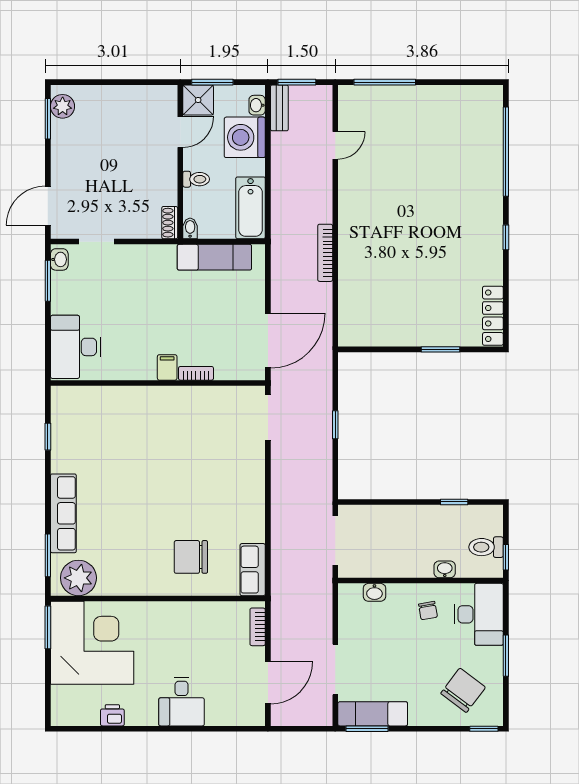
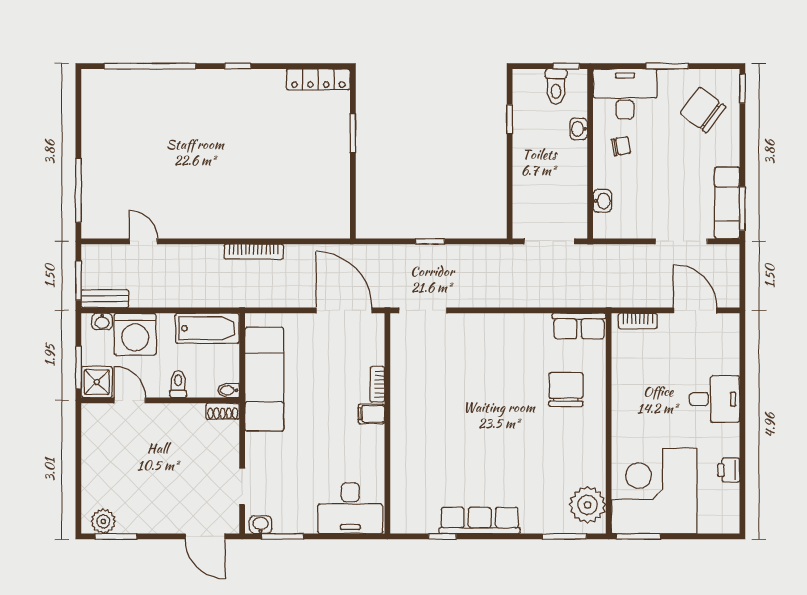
exam couch: (214, 257) -> (264, 379), width x1.36, depth x1.45
row of seats: (63, 513) -> (480, 520), moved
chair: (191, 557) -> (566, 390), turned 180

